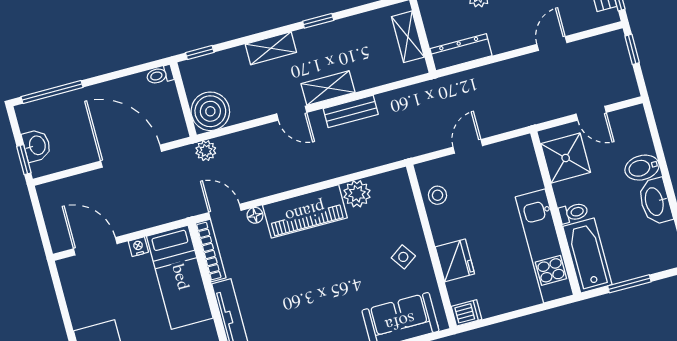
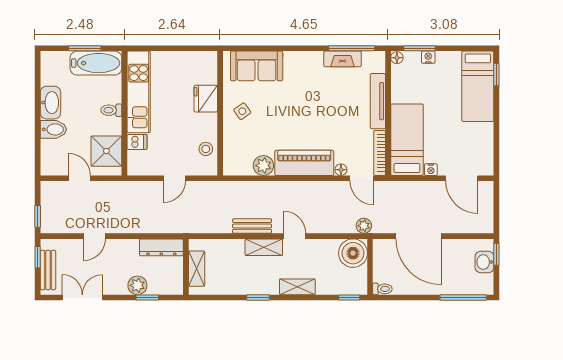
bathtub: (587, 256) -> (96, 63), moved, turned -90
dishwasher: (467, 313) -> (137, 142), moved, turned 180

